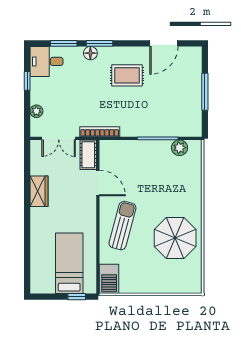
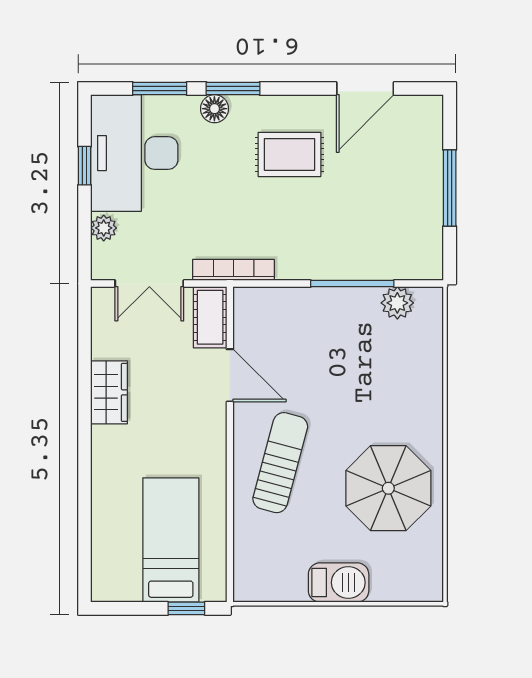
desk: (46, 61) -> (134, 153), width x1.87, depth x1.30
barbecue: (109, 279) -> (339, 583), moved, turned -90

